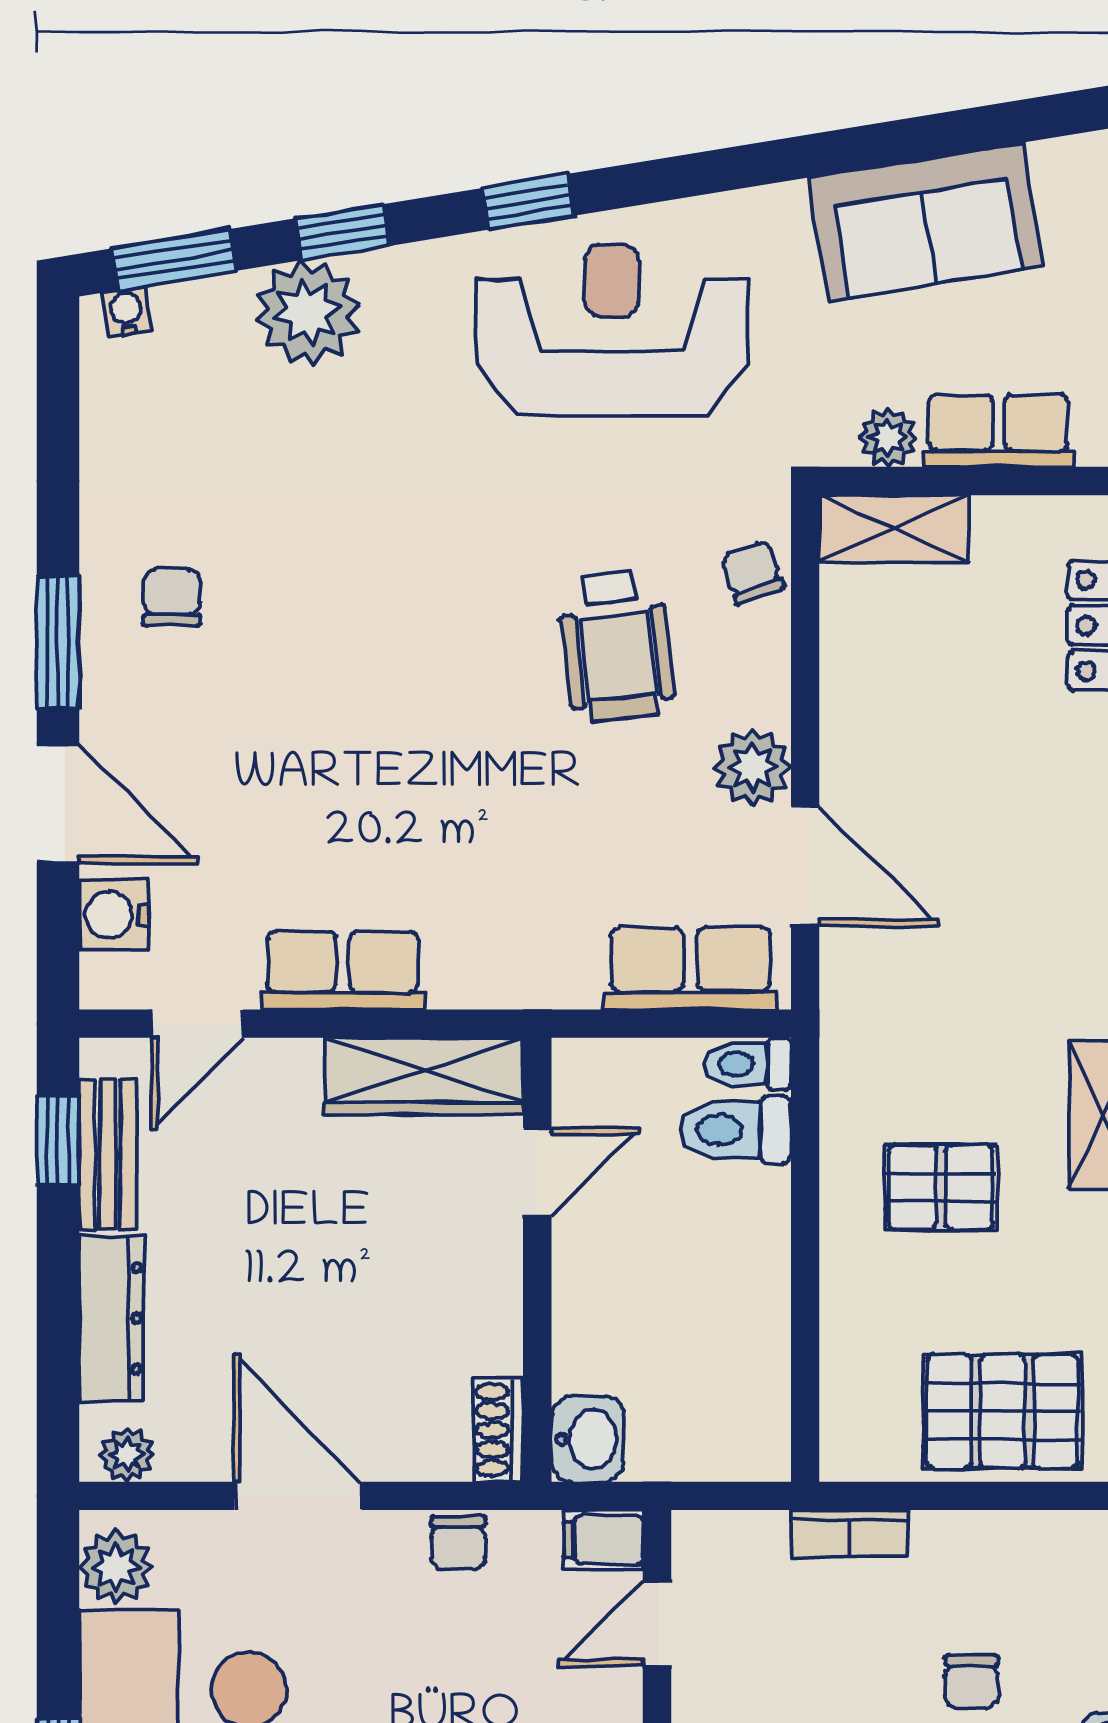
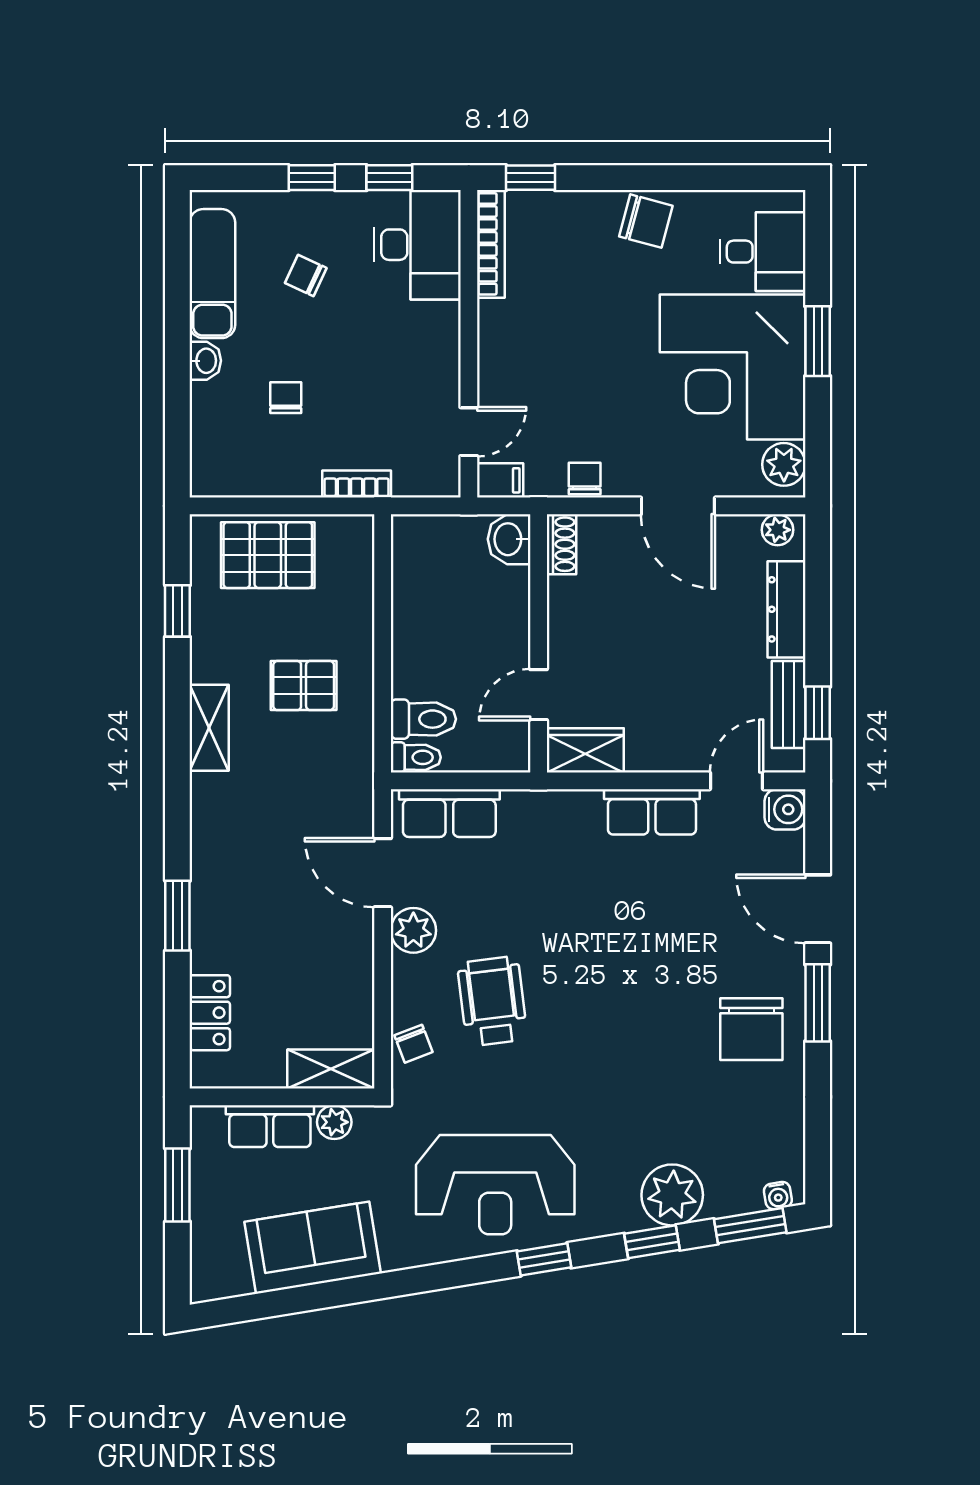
chair: (172, 597) -> (751, 1029), width x1.87, depth x1.87
water cooler: (114, 915) -> (785, 809), moved
wardrobe: (424, 1076) -> (585, 750), width x0.67

